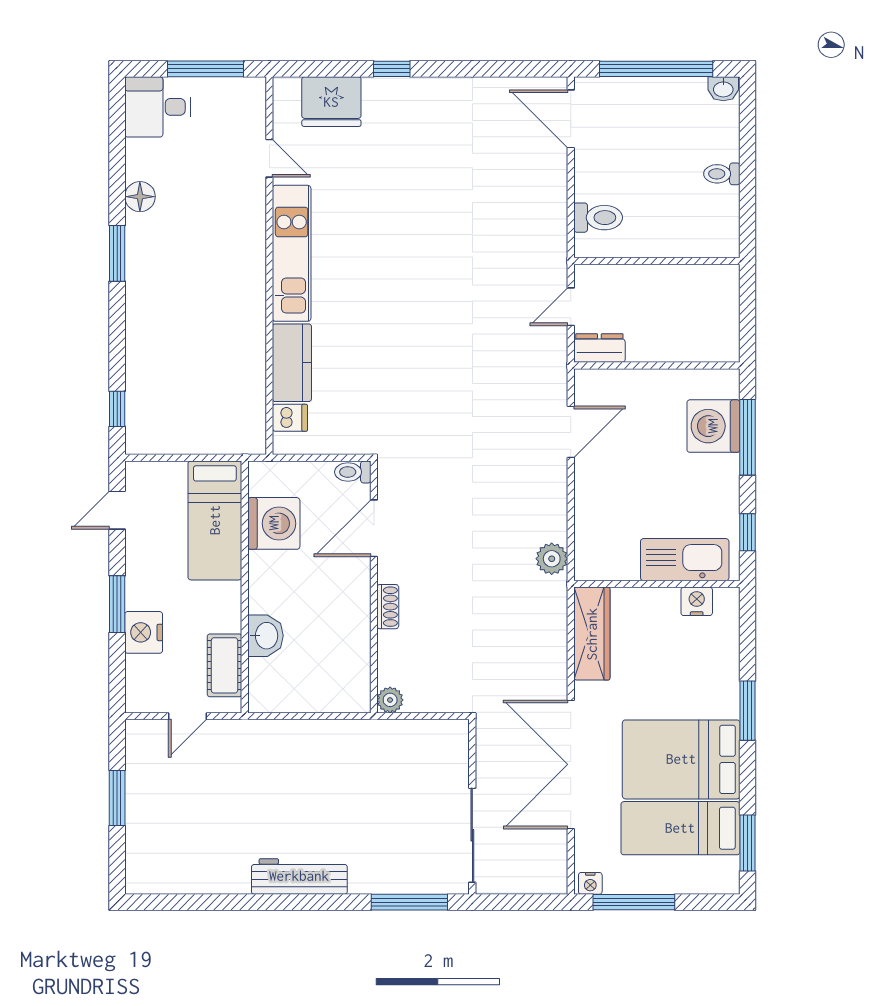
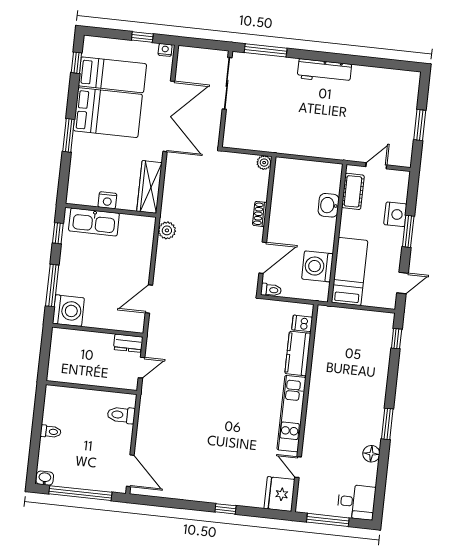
fridge: (331, 102) -> (280, 494), moved, turned -90
washing machine: (713, 426) -> (68, 311), moved
nightstand: (697, 601) -> (107, 200), moved
window: (747, 843) -> (76, 63), width x0.67
window: (634, 902) -> (142, 37), width x0.46

